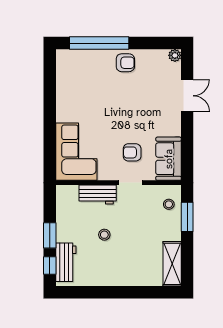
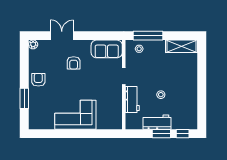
window: (99, 43) -> (24, 98), width x0.47
corner sofa: (76, 152) -> (75, 115), moved
armchair: (132, 152) -> (74, 63), moved
window: (187, 217) -> (148, 36), width x1.44
workbench: (66, 262) -> (157, 122), moved

